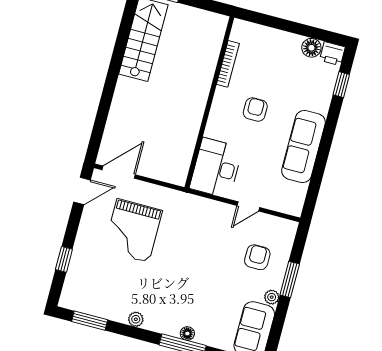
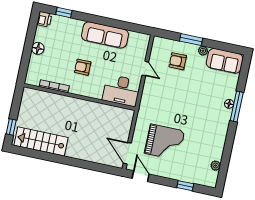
floor lamp: (311, 48) -> (38, 48), moved
plant: (136, 319) -> (216, 166), moved
window: (90, 321) -> (224, 167), removed

